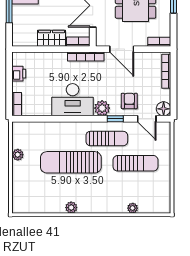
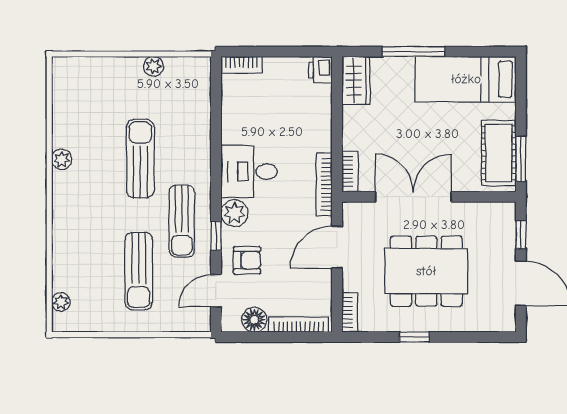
wardrobe: (52, 38) -> (356, 81), moved
printer: (19, 74) -> (320, 70), moved, turned 90
desk: (73, 100) -> (249, 171), width x0.73
floor lamp: (164, 109) -> (254, 320), moved
sun lounger: (71, 162) -> (140, 159), width x0.73, depth x0.75
plant: (133, 208) -> (61, 302), moved

